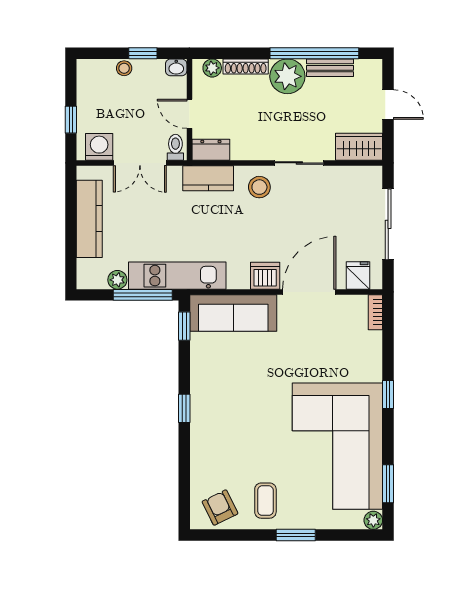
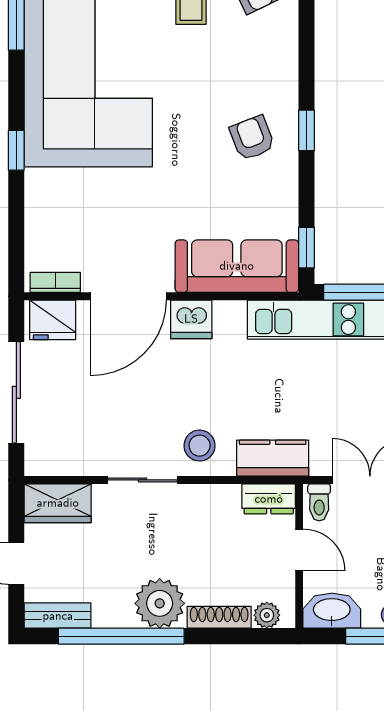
washbasin: (176, 67) -> (332, 611), width x1.91, depth x1.45
bench: (330, 68) -> (58, 616), moved
fridge: (358, 275) -> (53, 320), width x1.38
bookcase: (375, 312) -> (55, 282), moved, turned -90
armchair: (222, 403) -> (252, 138), added

